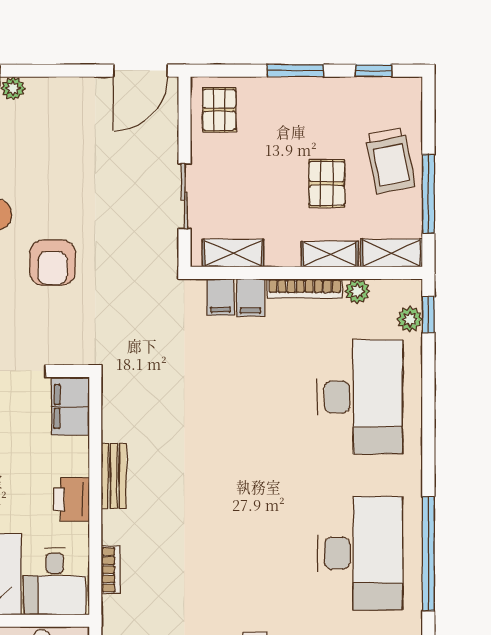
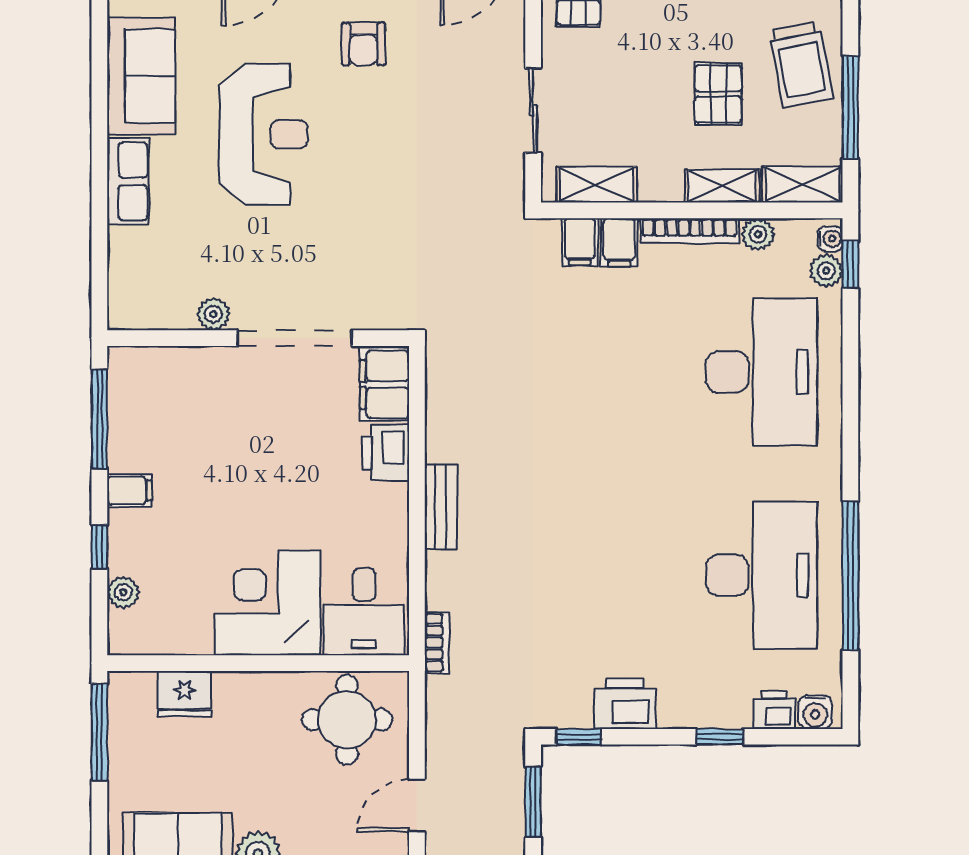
armchair: (52, 263) -> (364, 44), moved, width x0.72, depth x0.72
water cooler: (413, 295) -> (830, 239), added
bench: (114, 476) -> (441, 507), moved
printer: (71, 499) -> (386, 453), moved
bookcase: (111, 570) -> (437, 643), moved

